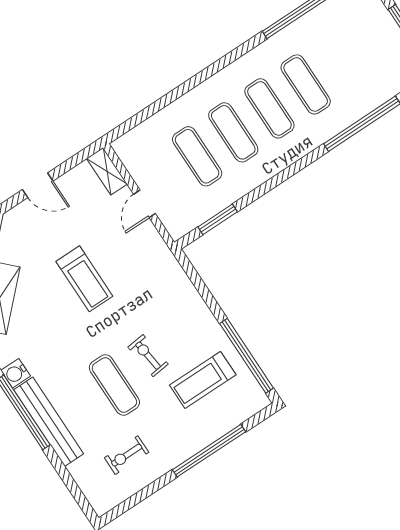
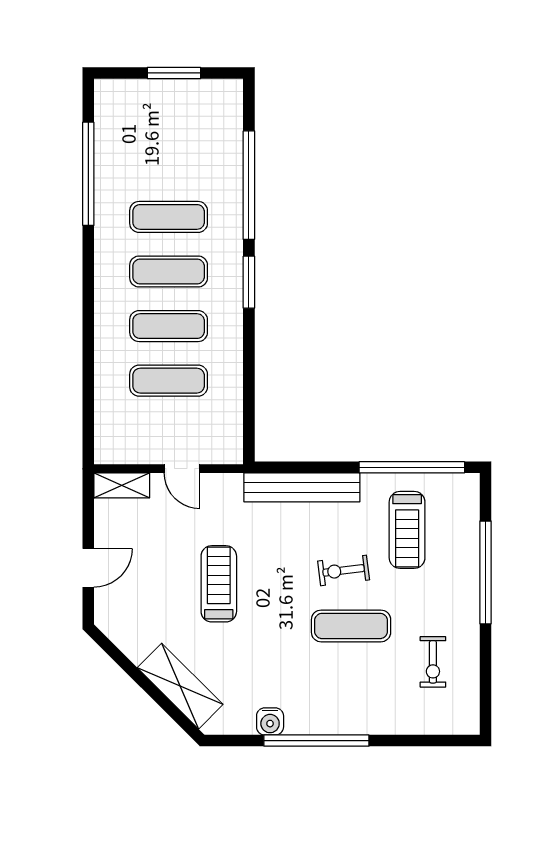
window: (218, 219) -> (249, 282), moved
treadmill: (84, 279) -> (219, 584), turned -90
bench: (49, 422) -> (302, 487), moved

